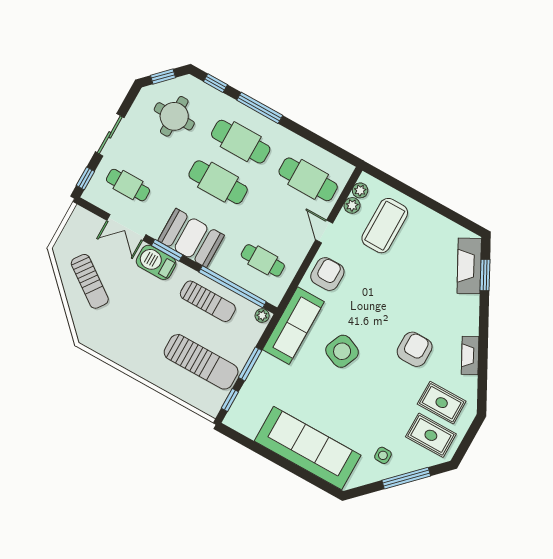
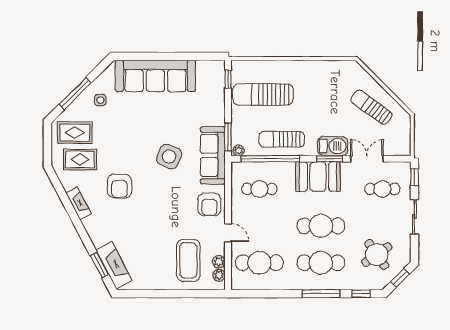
round table: (174, 116) -> (377, 255), turned -35
window: (250, 364) -> (228, 137), moved

